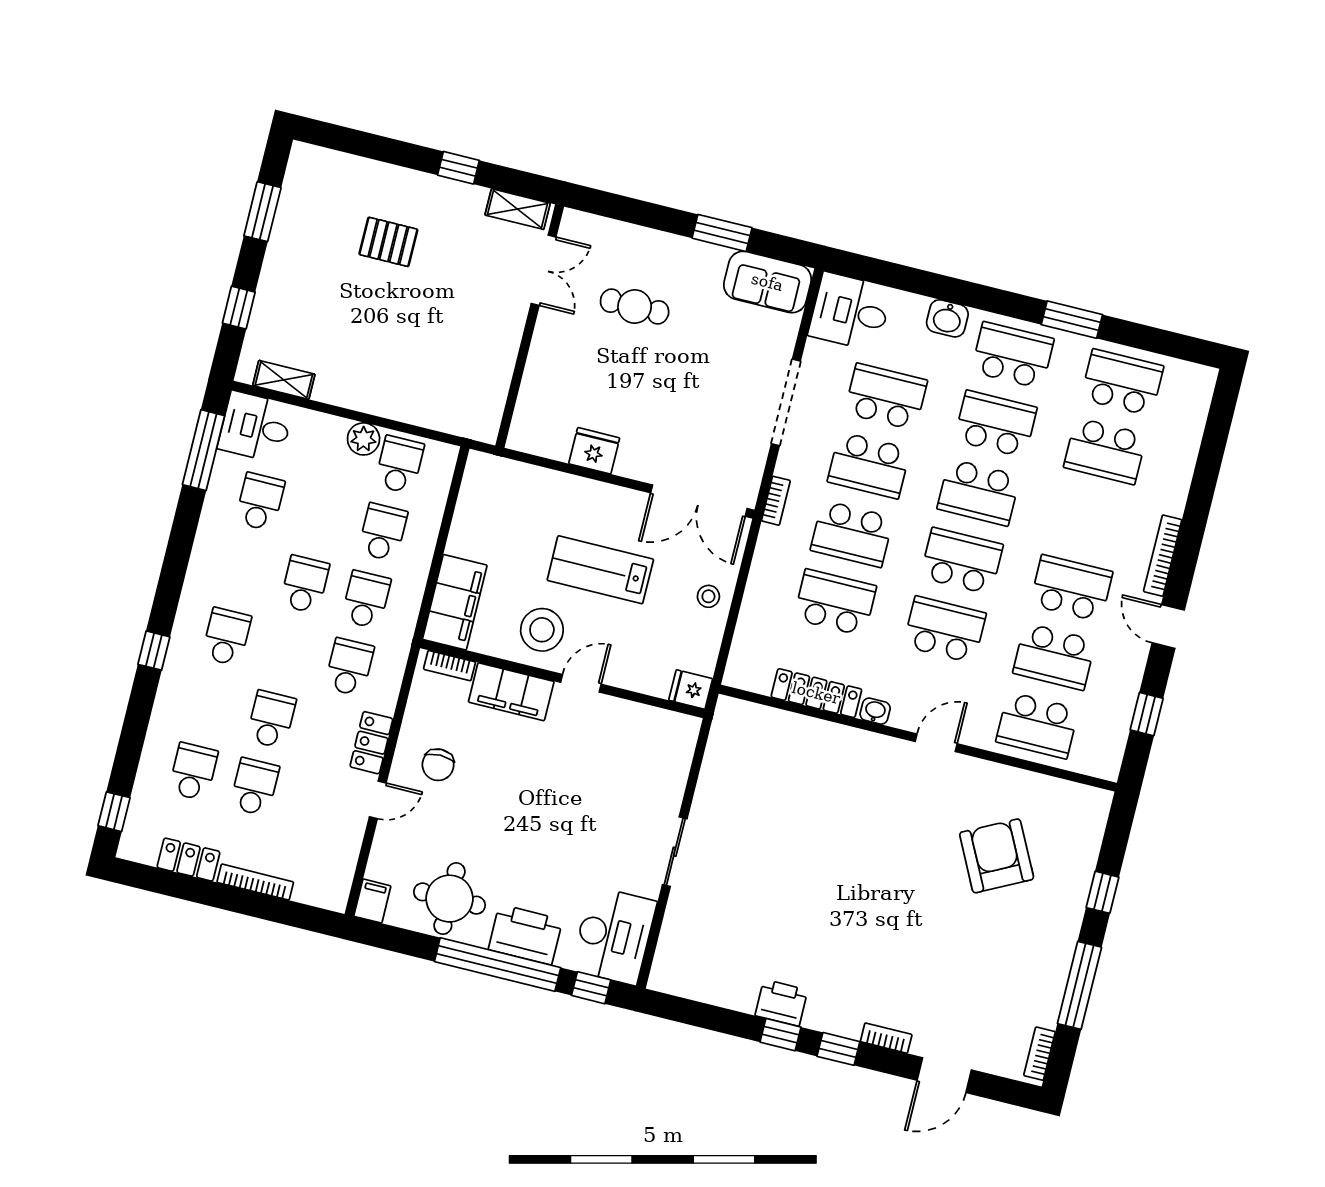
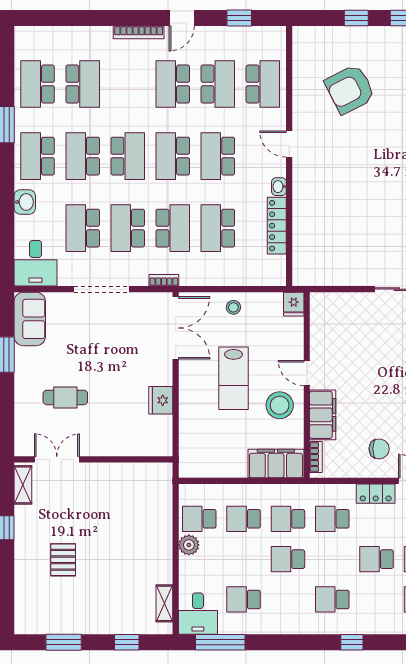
cafe table: (635, 307) -> (65, 397), turned 90
school desk: (869, 465) -> (128, 228), turned 180

